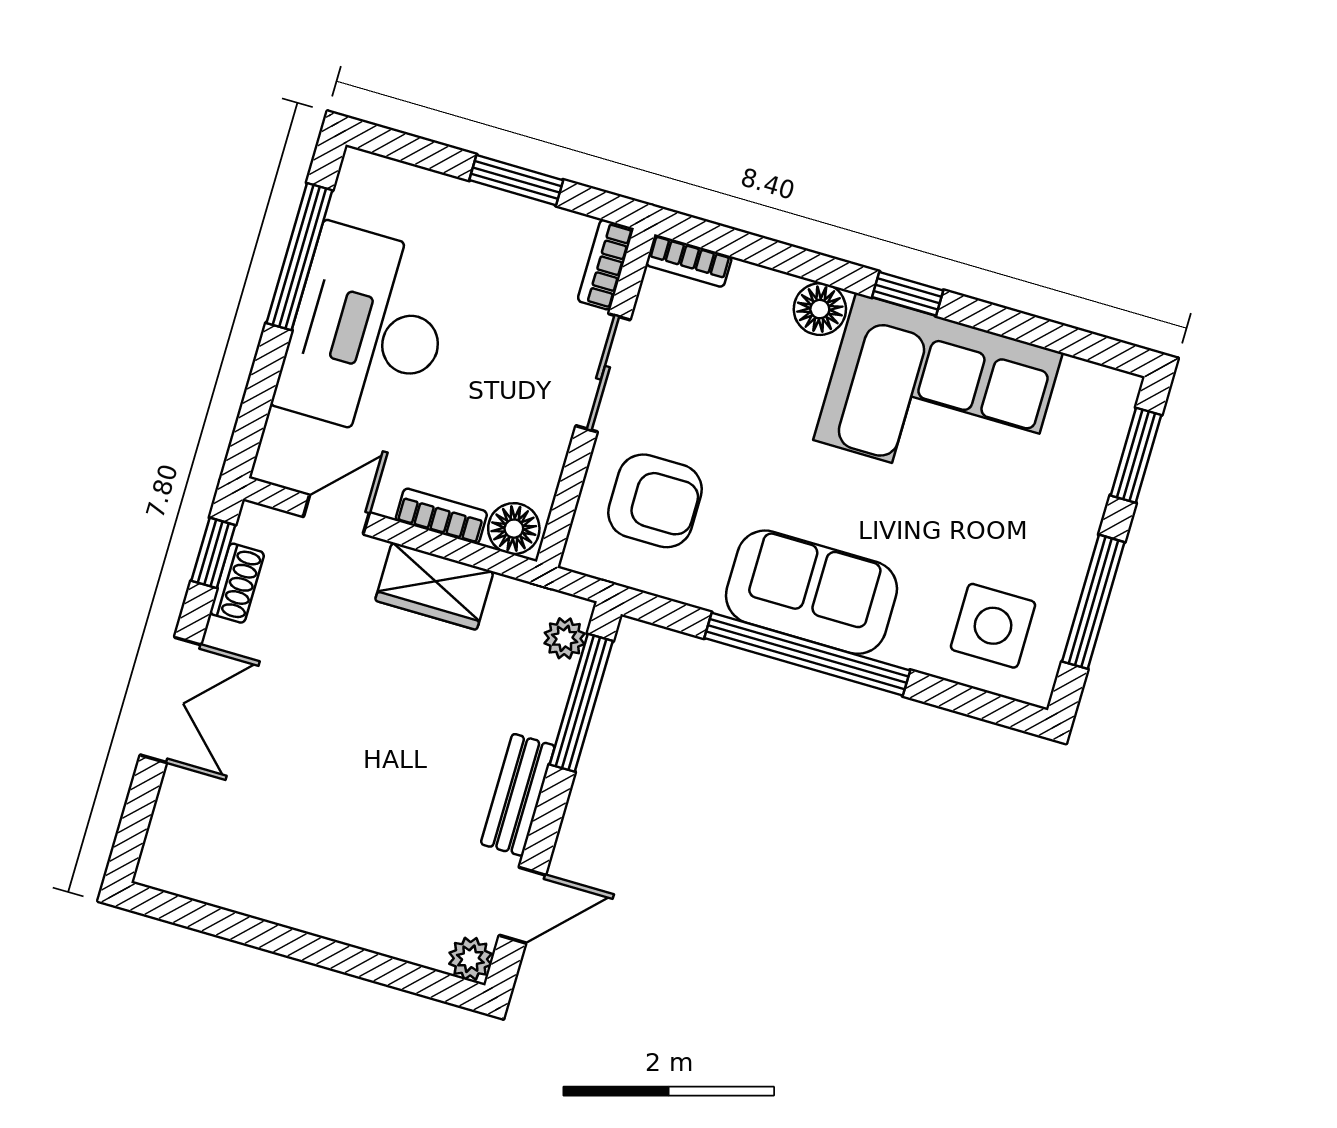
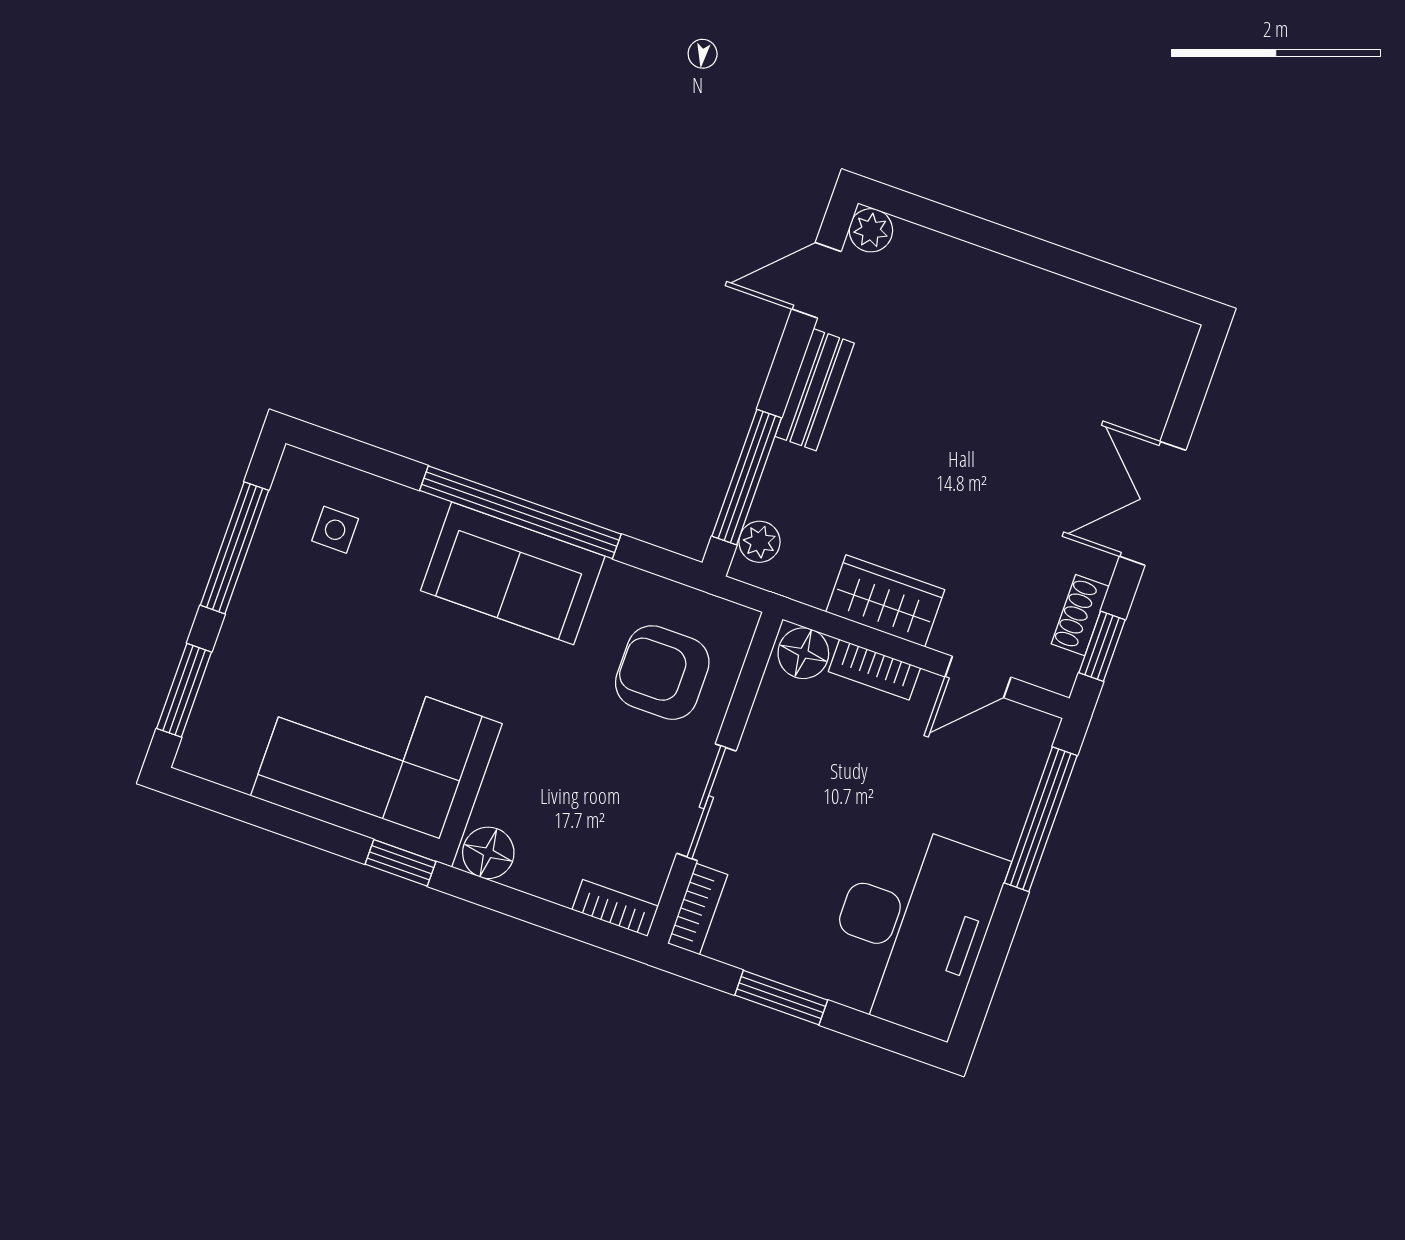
window: (299, 257) -> (1041, 819), moved
desk: (367, 332) -> (912, 928), moved
side table: (993, 626) -> (335, 530), width x0.54, depth x0.54

